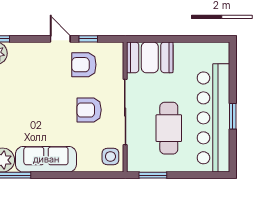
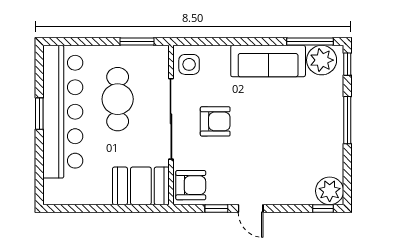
armchair: (84, 65) -> (191, 185), moved

